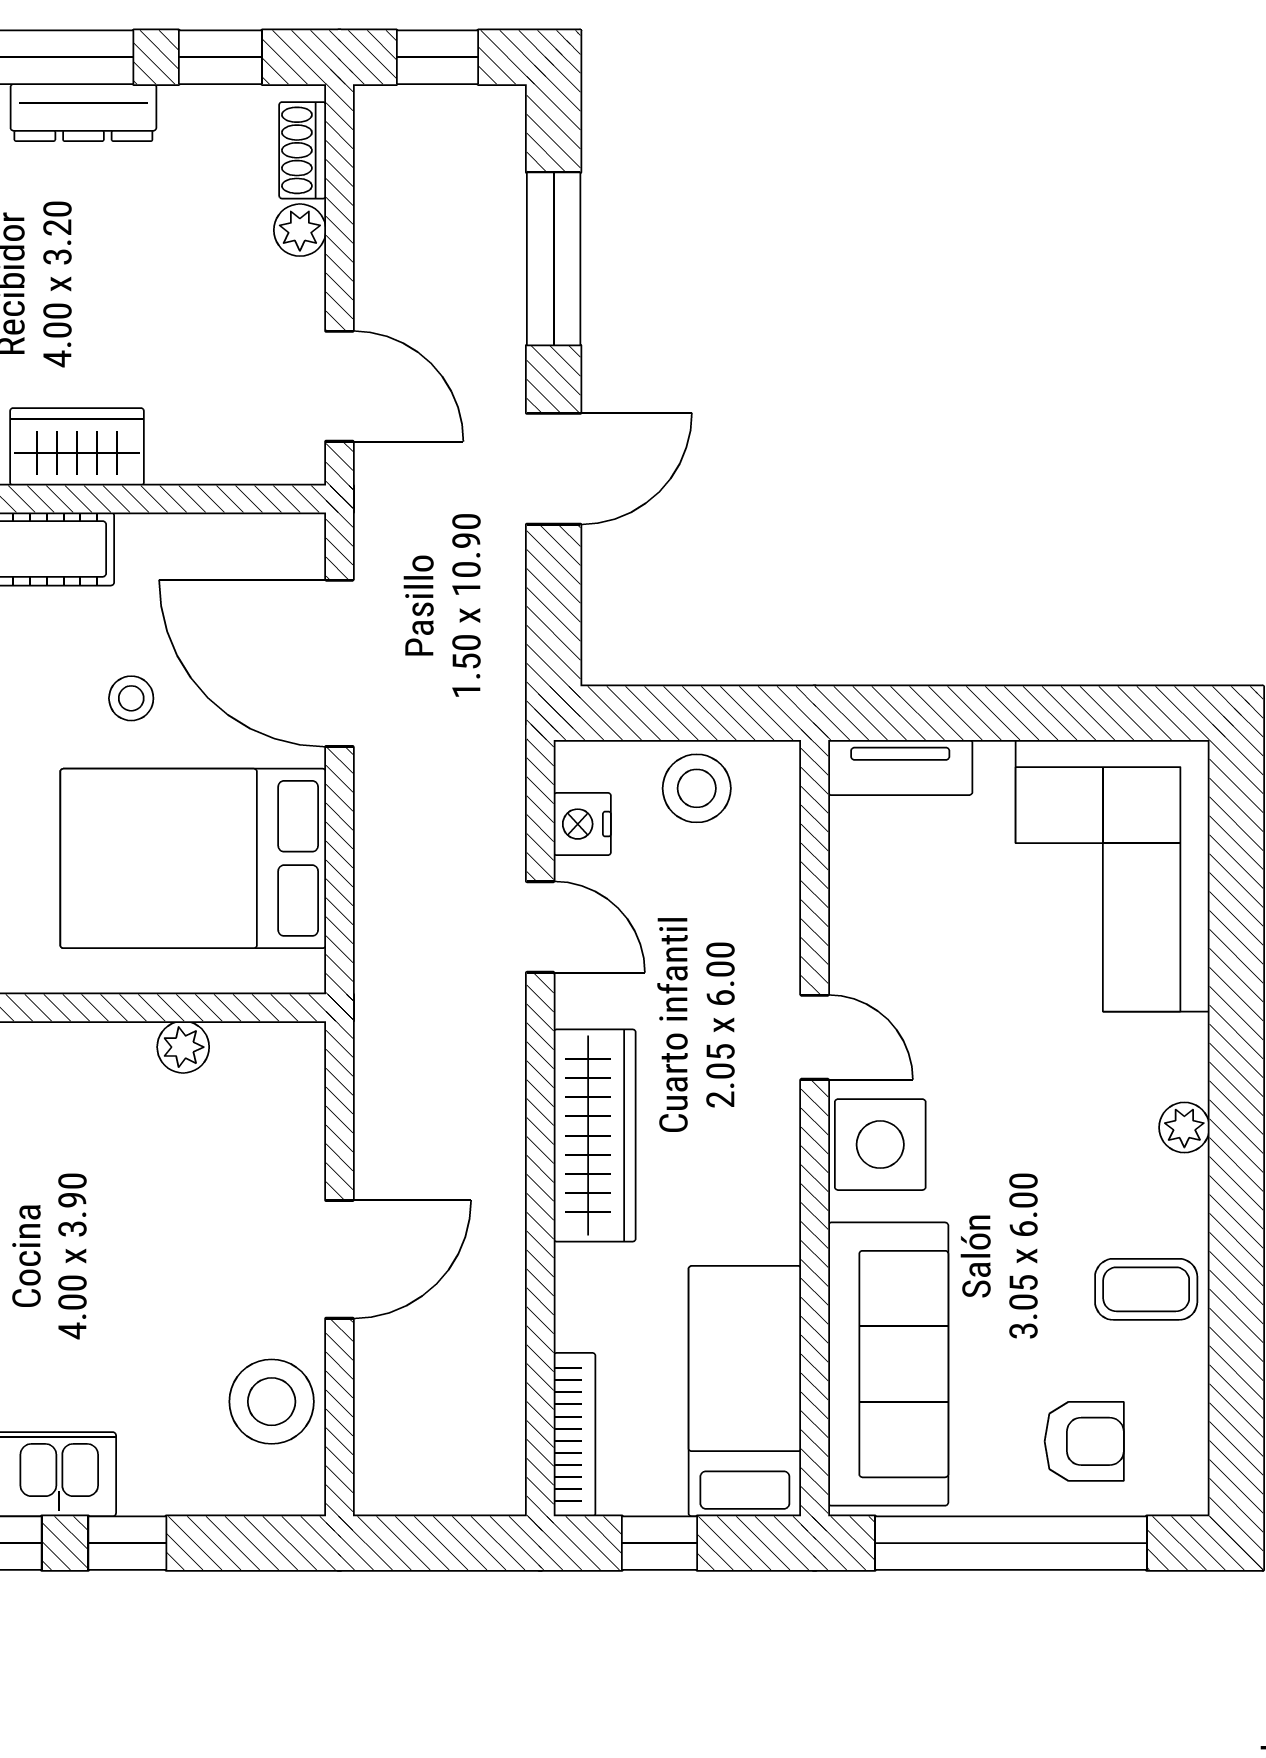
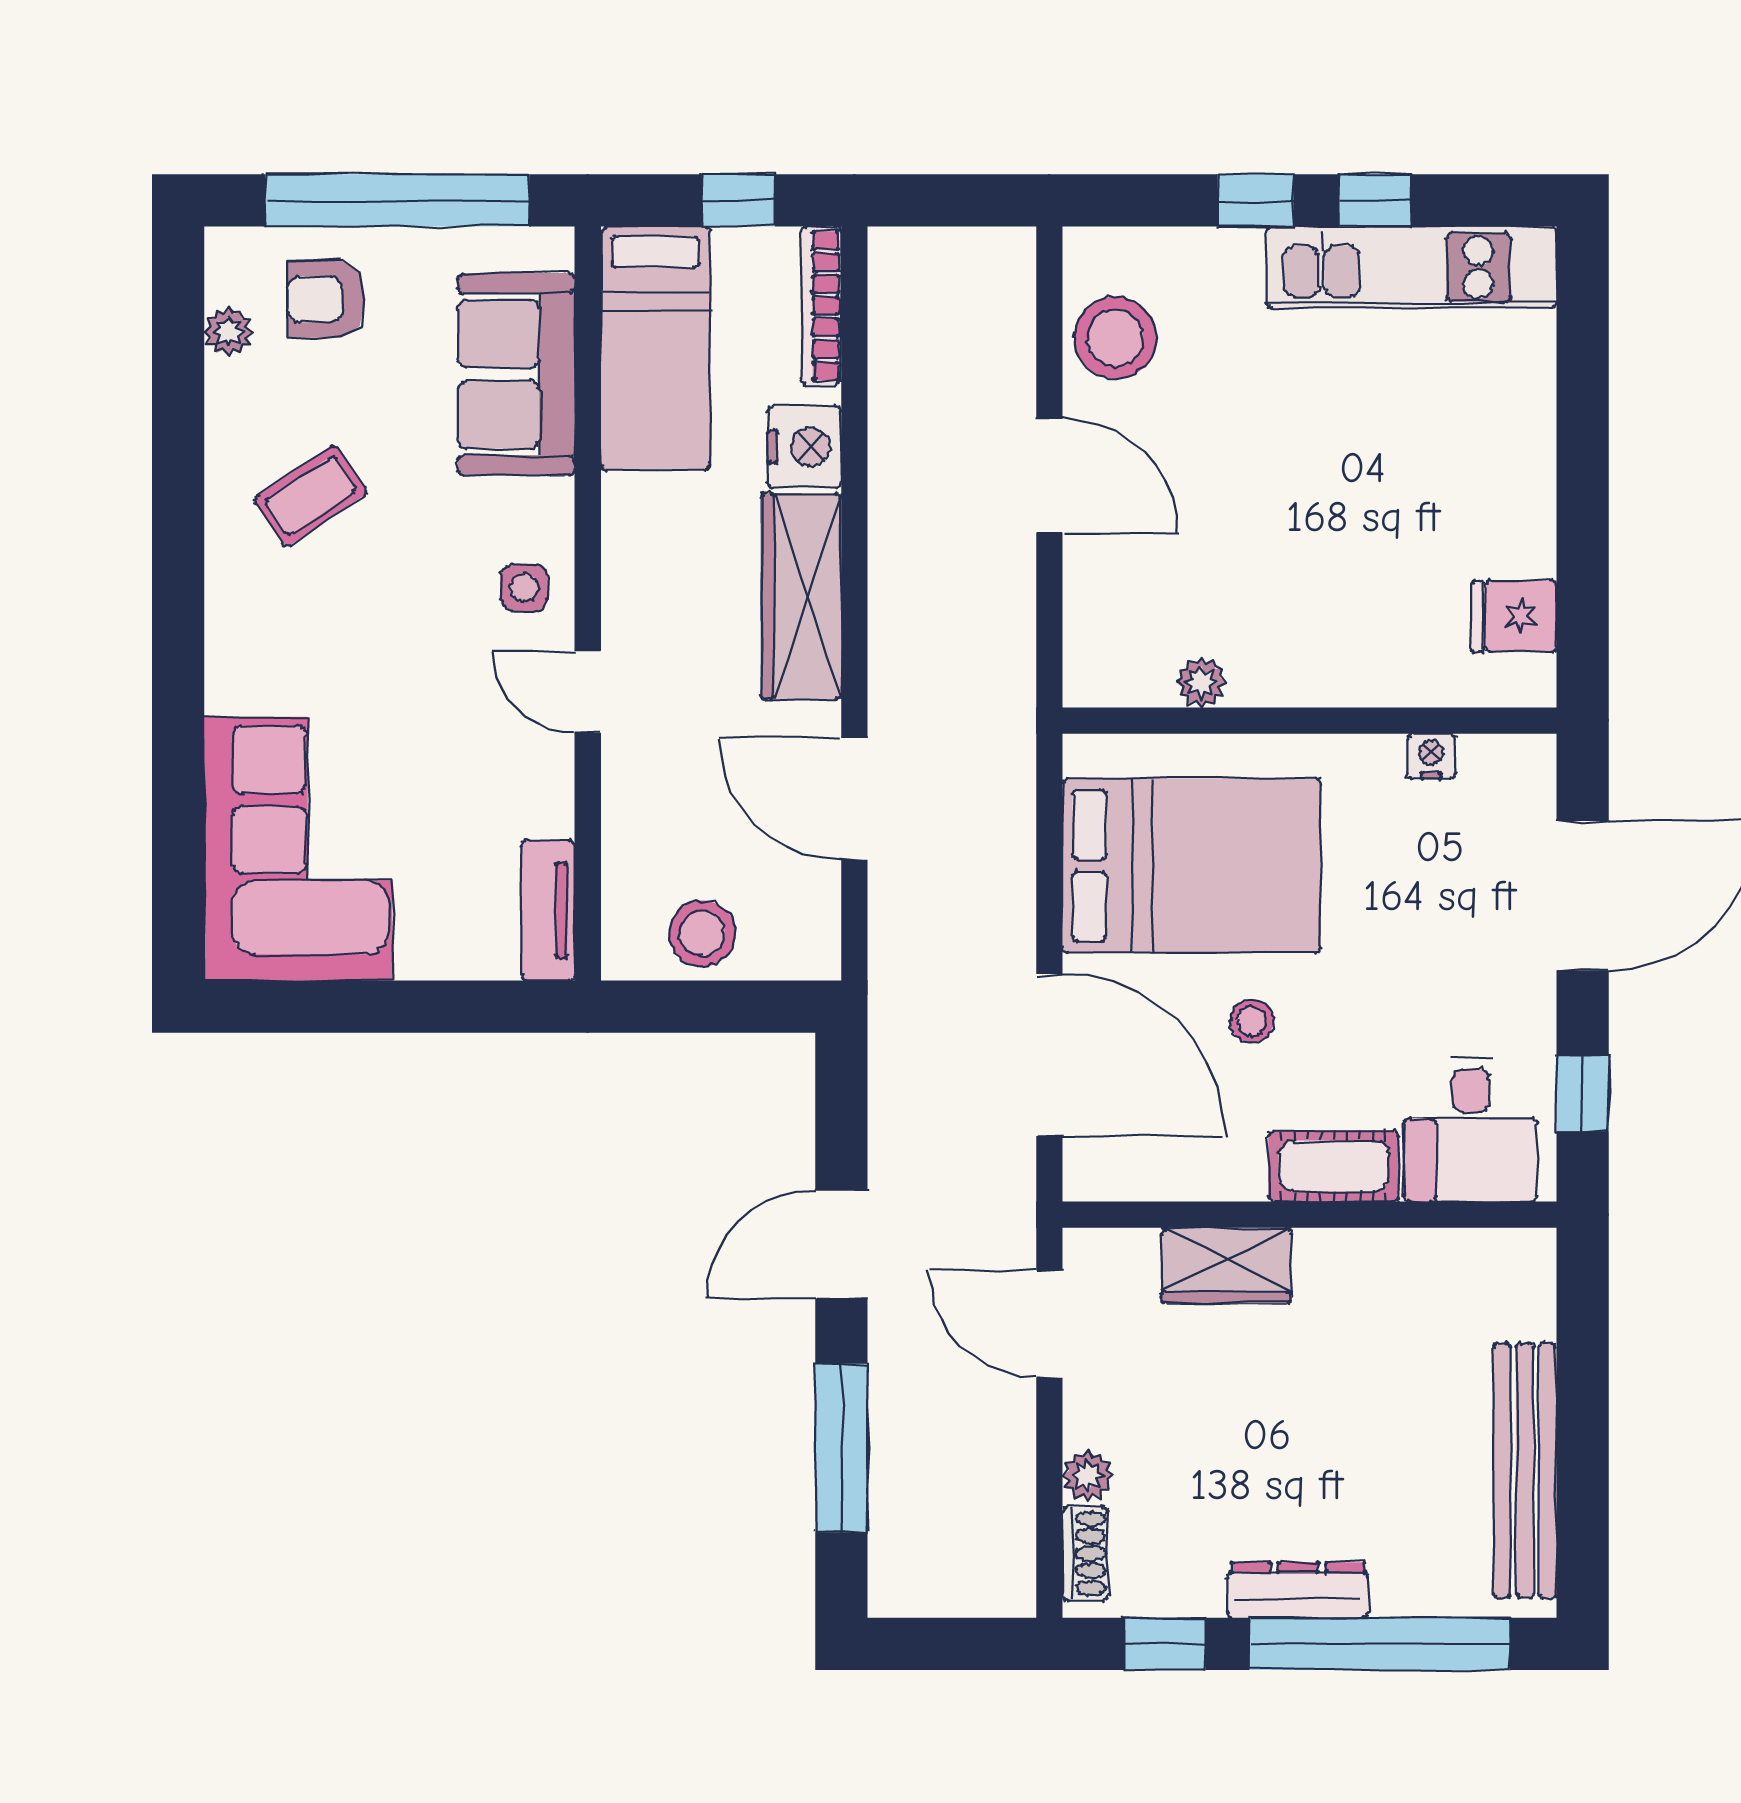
window: (437, 57) -> (954, 1644), removed
wardrobe: (77, 447) -> (1226, 1265), moved
tv unit: (900, 768) -> (548, 910), moved, turned -90
nightstand: (582, 824) -> (804, 447), moved, width x1.36, depth x1.33
door: (540, 927) -> (854, 799), width x1.38
plant: (1184, 1128) -> (229, 332), moved
side table: (880, 1145) -> (524, 588), width x0.54, depth x0.54
door: (339, 1259) -> (1049, 476), swing flipped
coffee table: (1146, 1289) -> (310, 496), moved, turned -34
sofa: (888, 1364) -> (516, 374), width x0.73

